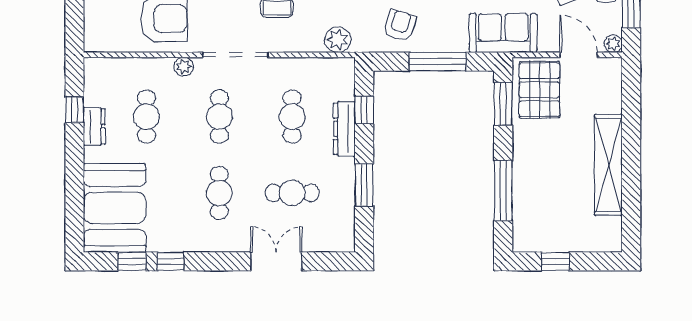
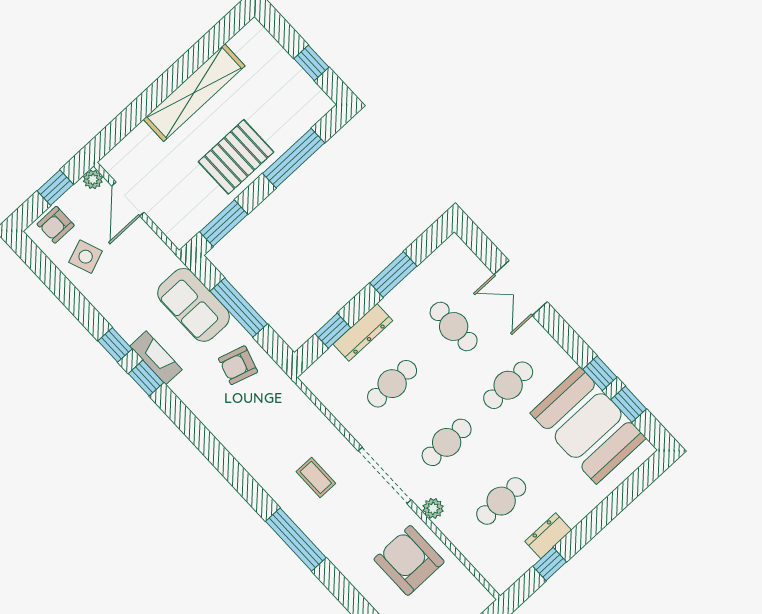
sofa: (503, 33) -> (194, 305), moved
plant: (338, 40) -> (296, 405), removed
pallet: (539, 90) -> (236, 157), moved
booth: (115, 208) -> (588, 426), moved, turned 90

